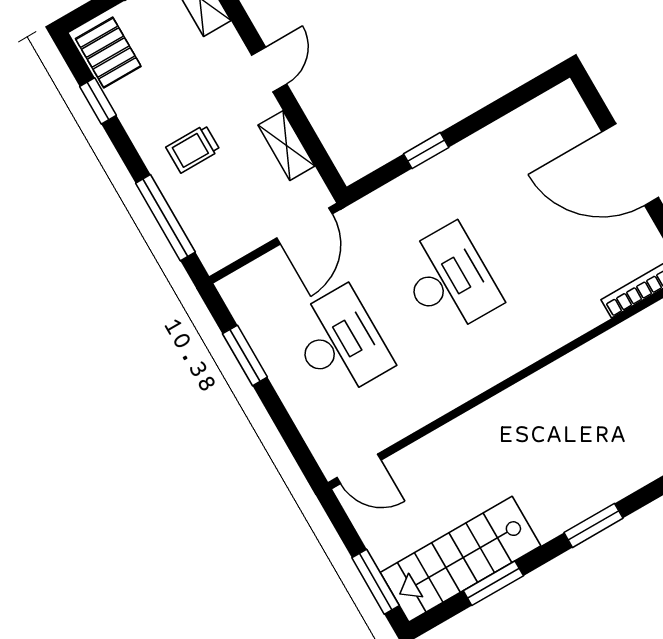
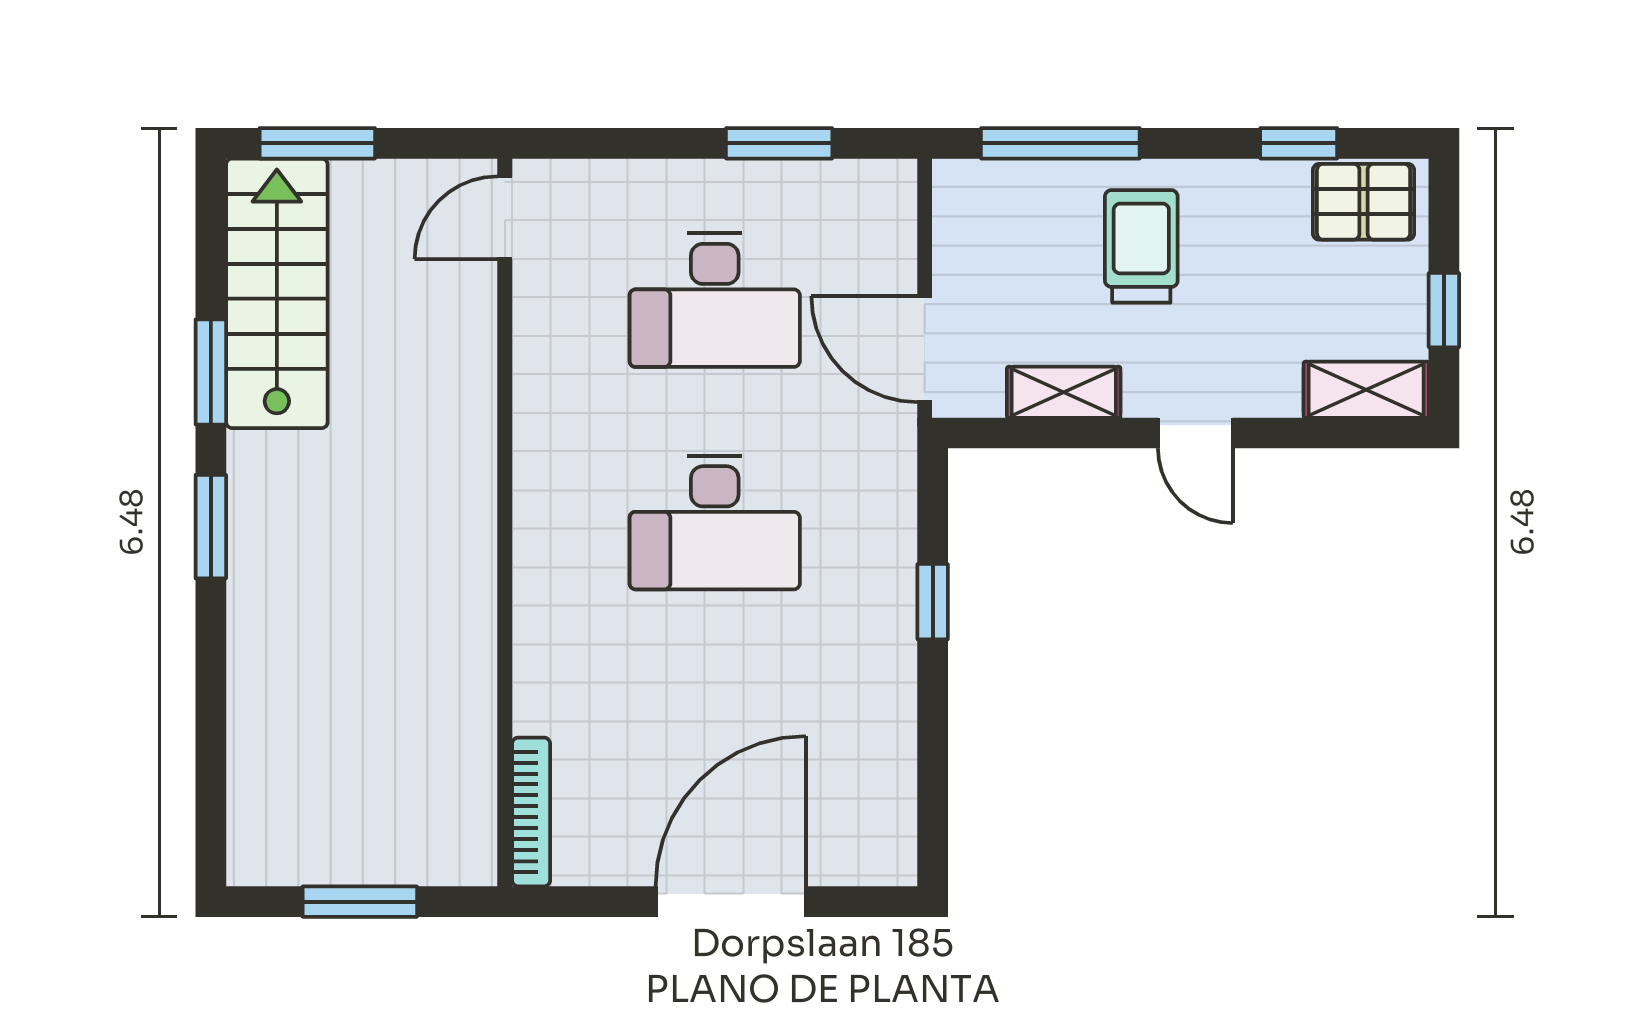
trolley: (193, 149) -> (1141, 246), width x1.36, depth x1.39
window: (493, 583) -> (211, 372), moved

